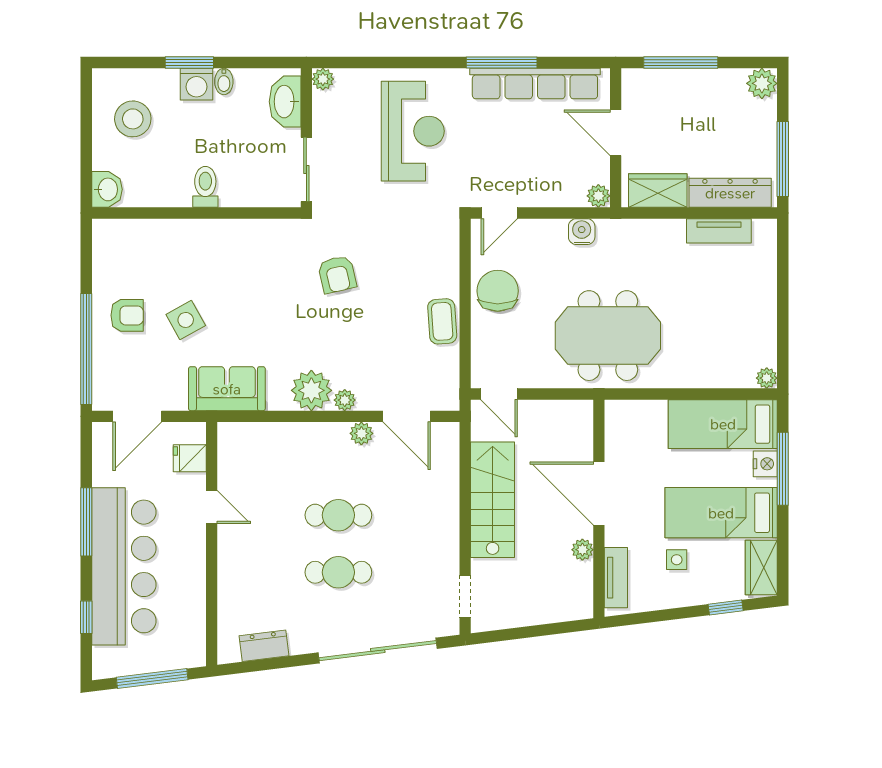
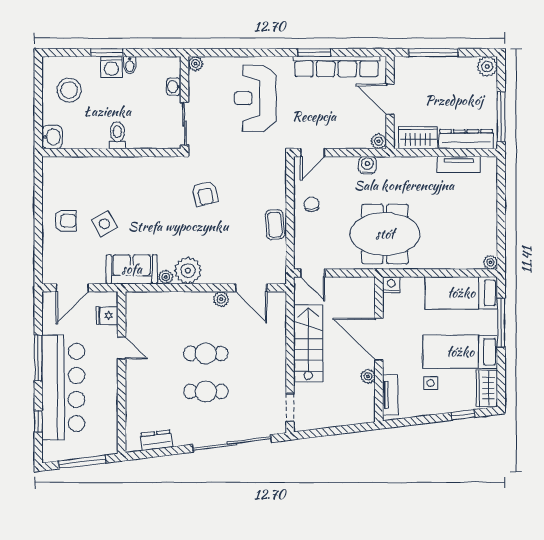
window: (502, 63) -> (314, 53), width x0.69
washbasin: (285, 102) -> (174, 87), width x0.52, depth x0.69
reception desk: (413, 131) -> (255, 98), turned 180
chair: (498, 291) -> (312, 204), width x0.54, depth x0.54
window: (86, 349) -> (38, 243), removed
plant: (345, 400) -> (166, 277), moved
nightstand: (765, 464) -> (391, 285), moved, turned -90

